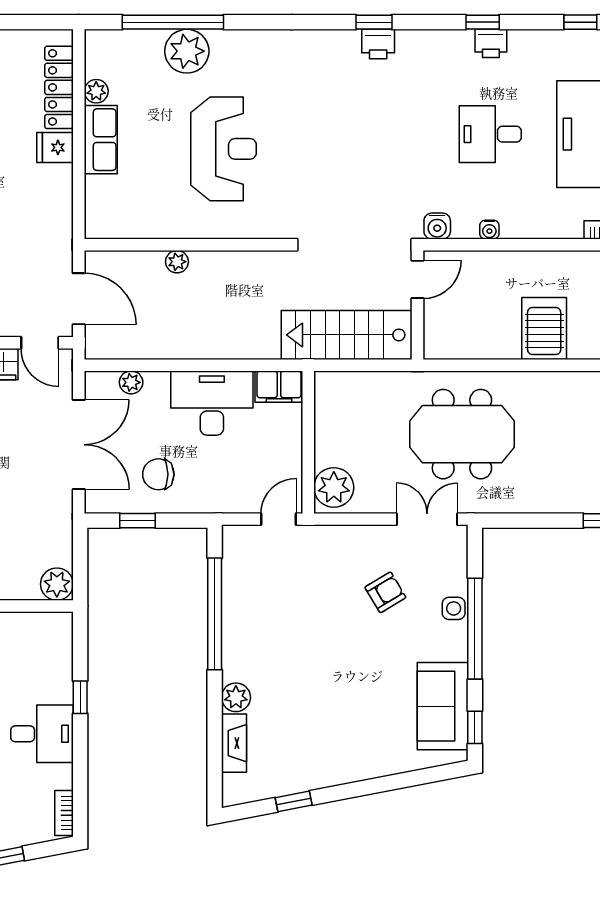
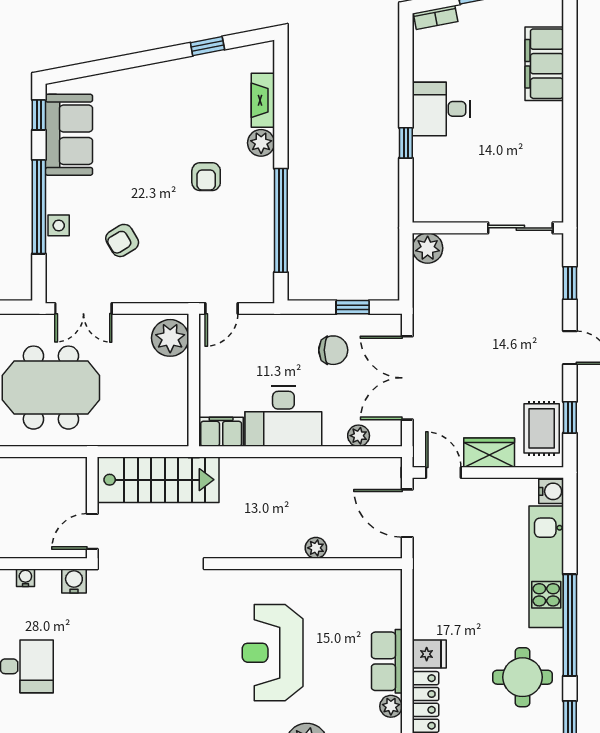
armchair: (295, 661) -> (206, 177), added
bookcase: (64, 813) -> (436, 17), moved, turned 79

